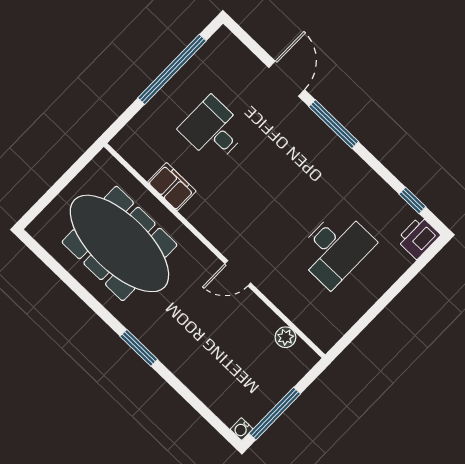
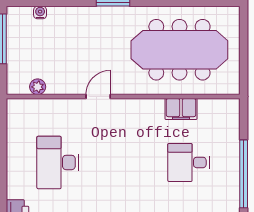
desk: (213, 130) -> (189, 162), turned 180
water cooler: (242, 429) -> (40, 13), moved

